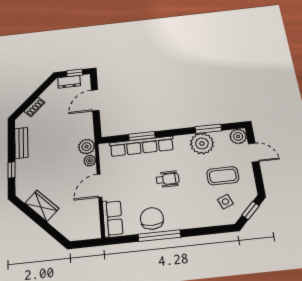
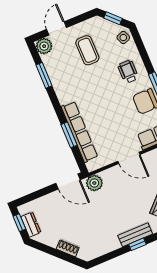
door: (95, 100) -> (68, 181), moved
bench: (21, 143) -> (135, 235), moved
plant: (202, 143) -> (61, 77), removed
plant: (90, 161) -> (107, 175), removed
wheelchair: (168, 179) -> (128, 72), moved
side table: (225, 202) -> (123, 38), moved

